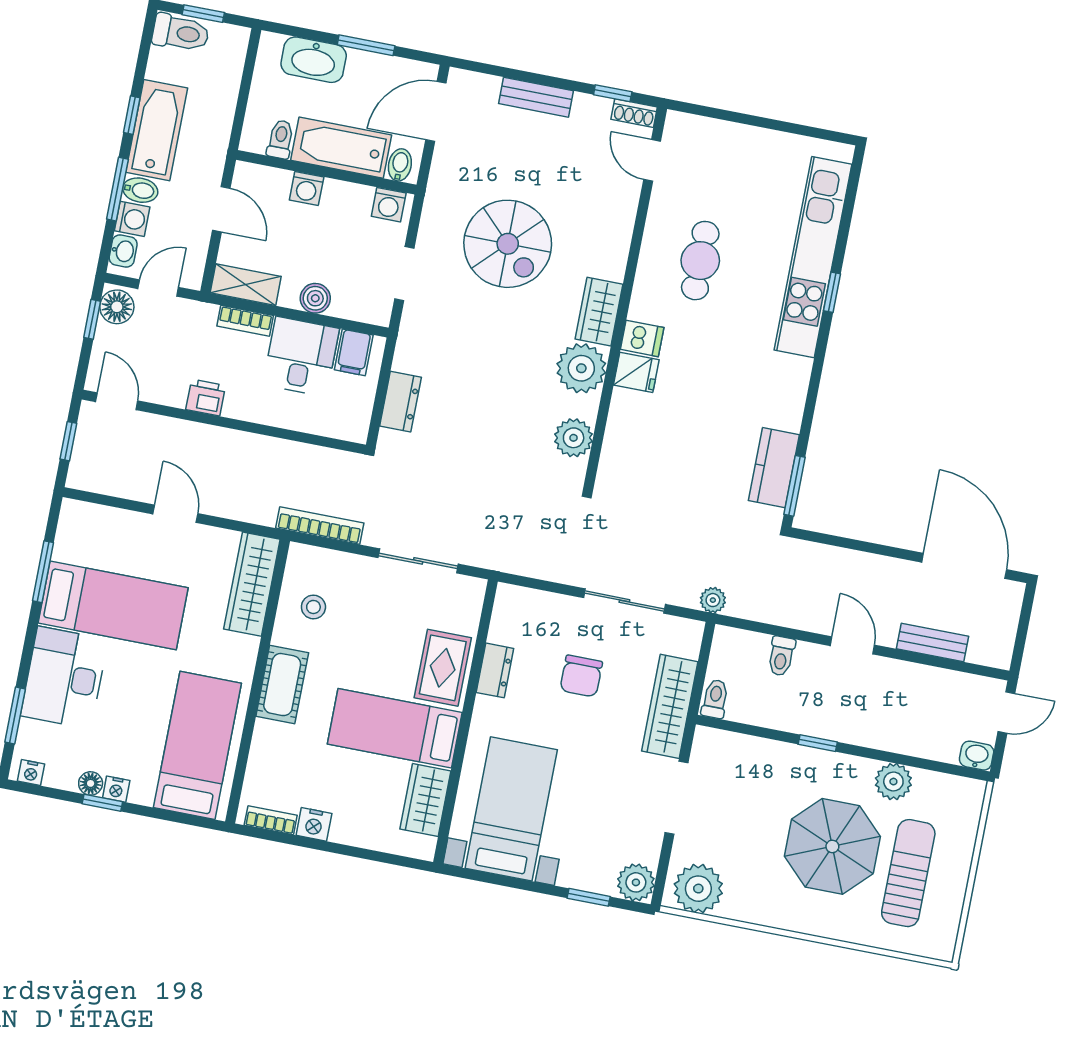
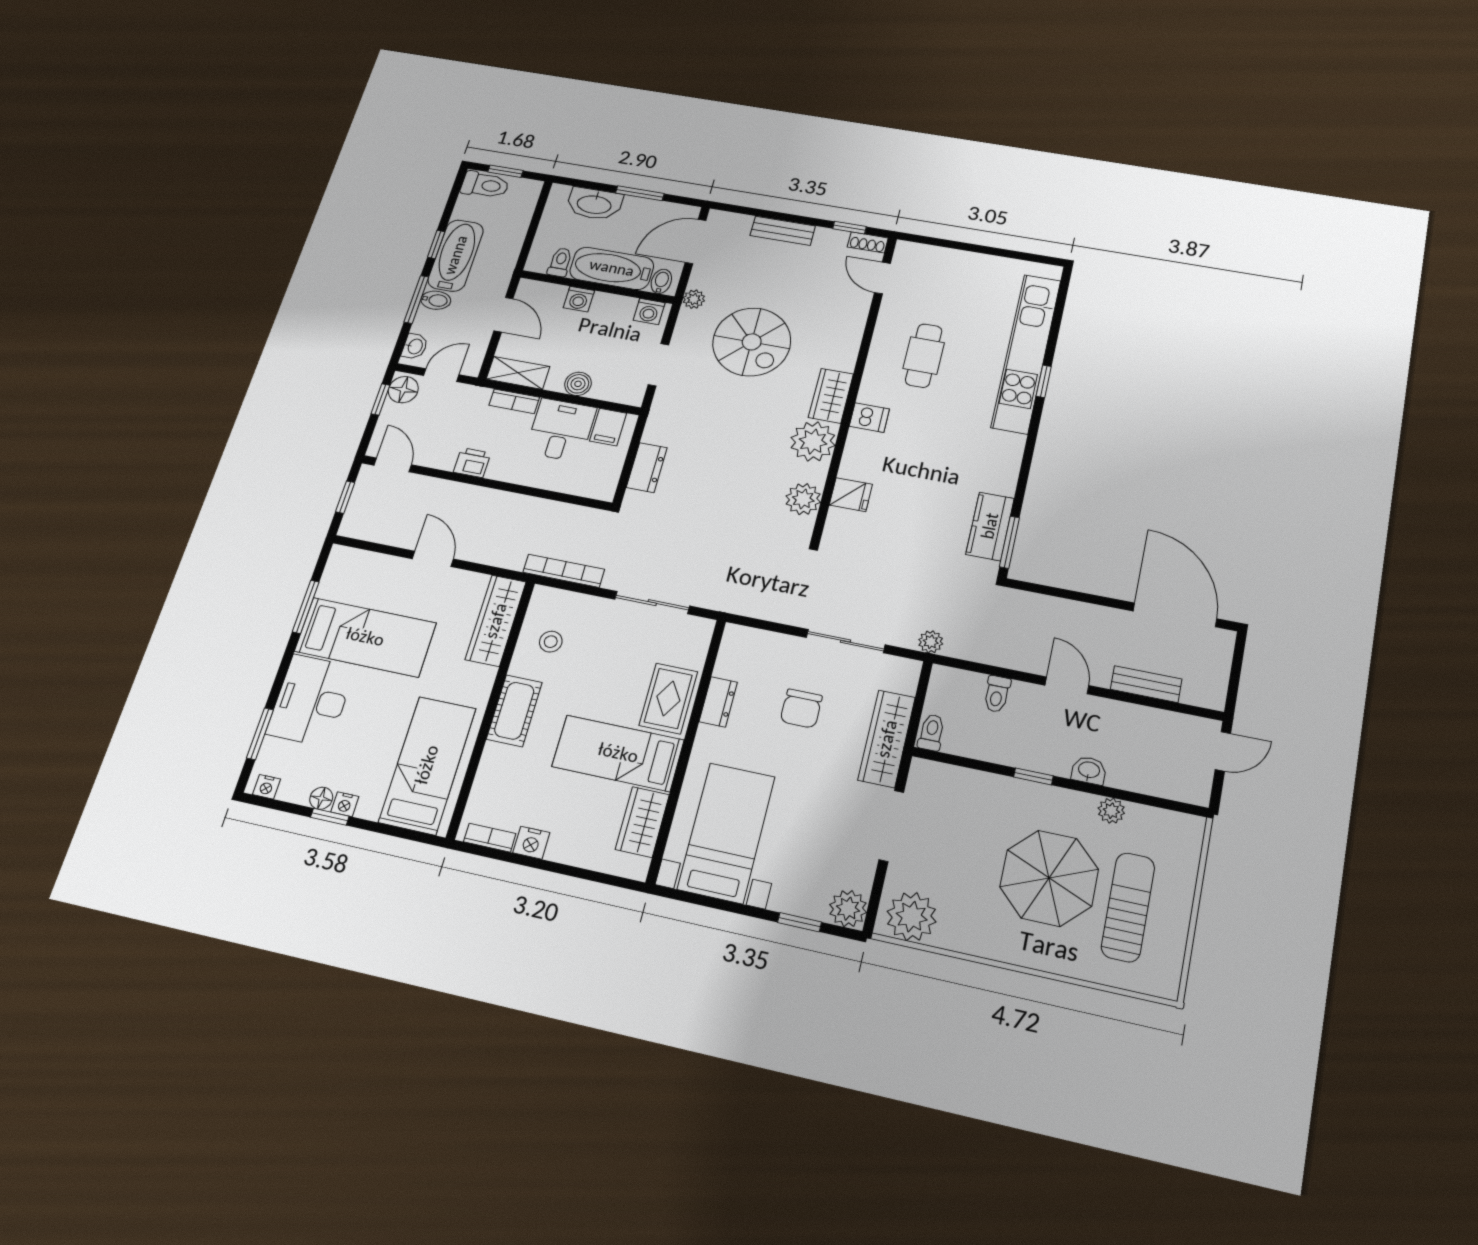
plant: (439, 188) -> (694, 299), added
washing machine: (132, 219) -> (426, 322), removed
fridge: (636, 372) -> (851, 495), moved
washbasin: (977, 756) -> (1089, 770), moved
plant: (893, 782) -> (1111, 811), width x0.73, depth x0.73

